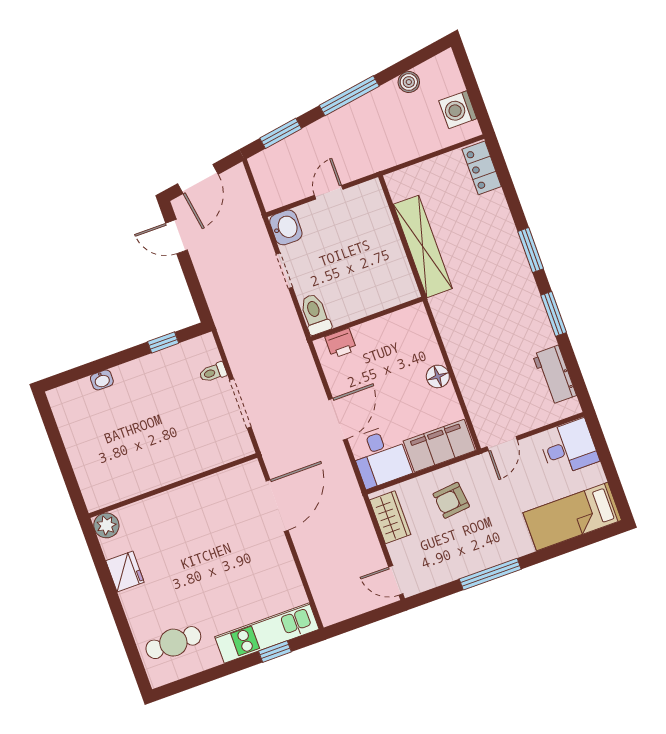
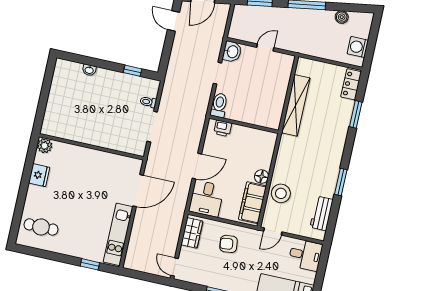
window: (531, 250) -> (356, 114), moved
stool: (480, 383) -> (281, 193), added
filing cabinet: (439, 446) -> (252, 203), moved, turned -90
kitchen unit: (267, 633) -> (118, 234), moved, turned -90

